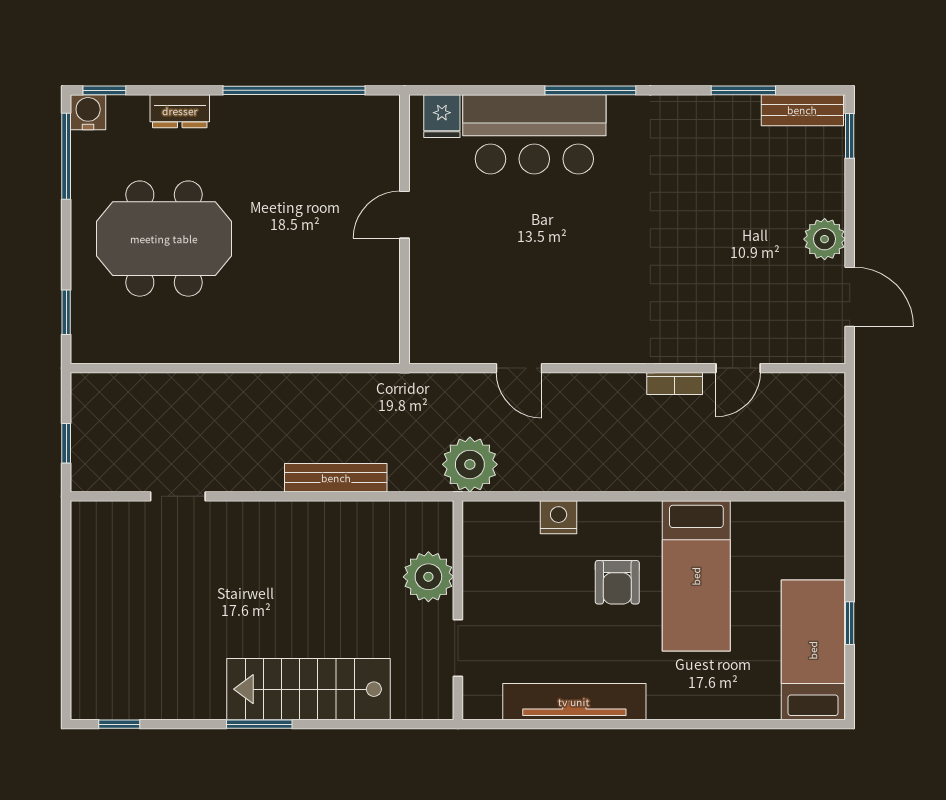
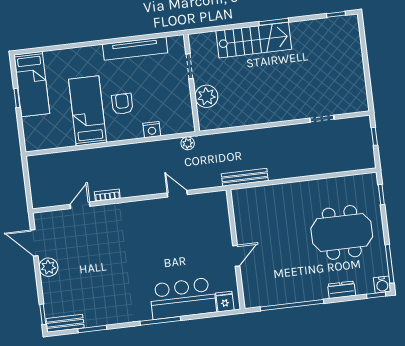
plant: (470, 464) -> (188, 143), width x0.53, depth x0.53
bench: (336, 478) -> (245, 177), moved

